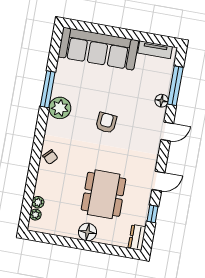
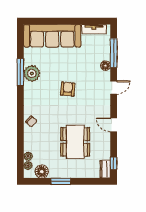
plant: (60, 108) -> (32, 73), moved
door: (158, 181) -> (114, 125), swing flipped
window: (153, 214) -> (114, 163), moved
floor lamp: (88, 232) -> (42, 172), moved
window: (75, 243) -> (61, 181), added

